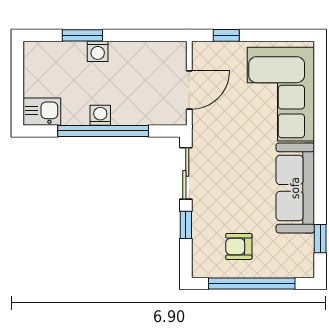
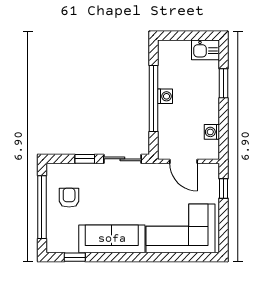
washing machine: (98, 51) -> (212, 132), moved
kitchen sink: (42, 112) -> (206, 50), moved, turned 90

